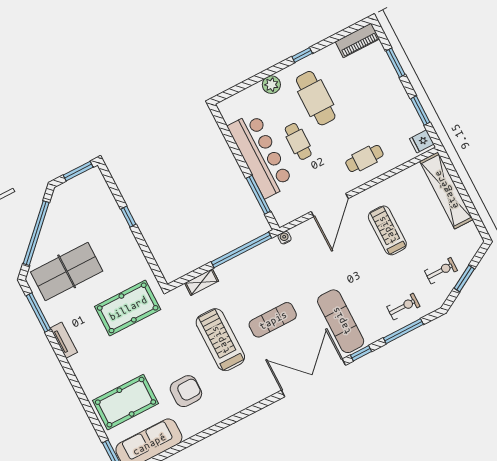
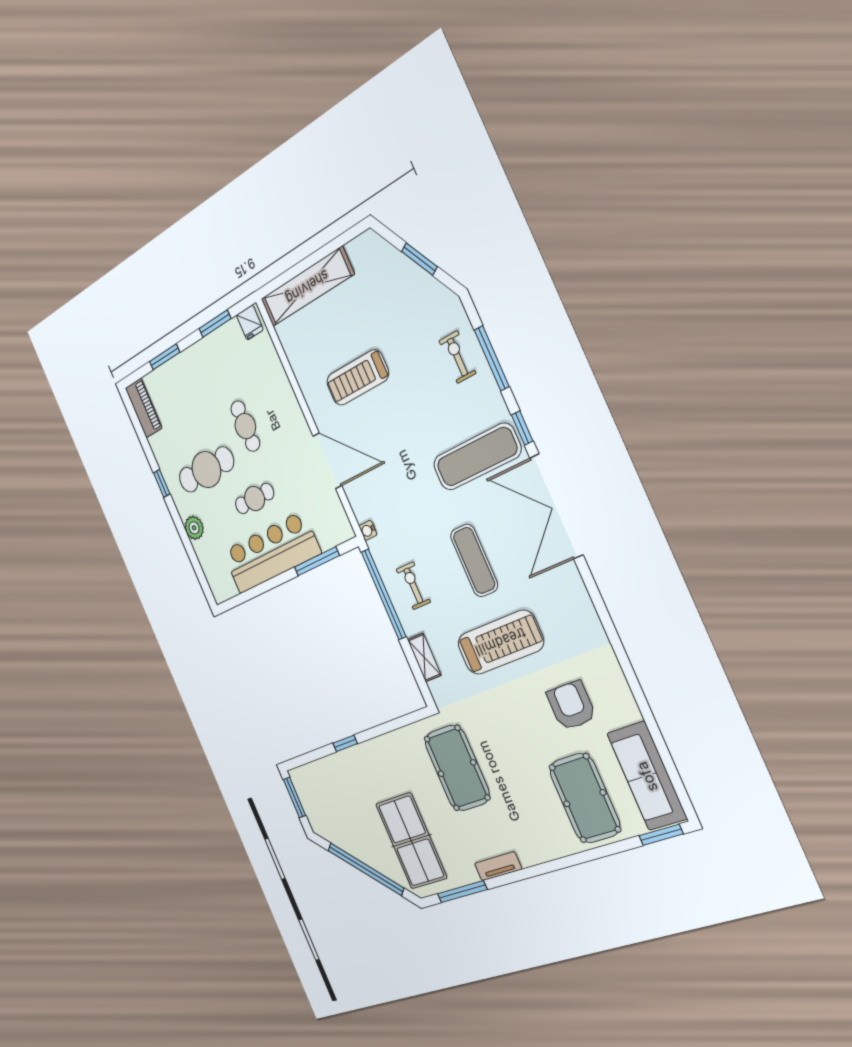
cafe table: (364, 158) -> (245, 426), moved
exercise bike: (441, 271) -> (413, 586), moved
treadmill: (220, 340) -> (500, 642), turned 180

